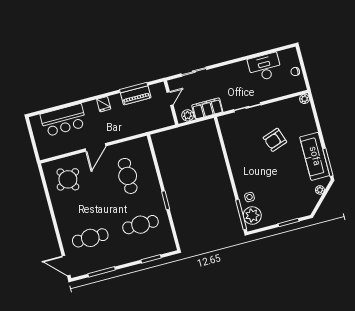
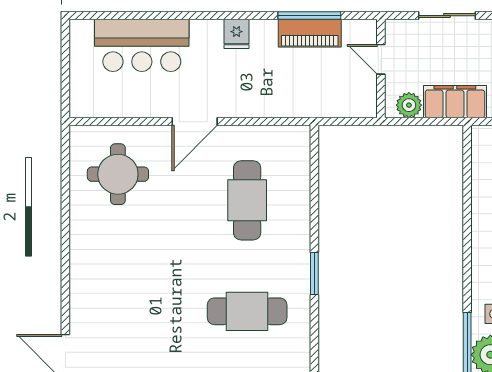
door: (170, 98) -> (381, 59), swing flipped
round table: (68, 179) -> (118, 174), turned 31
cafe table: (90, 238) -> (133, 311), removed

